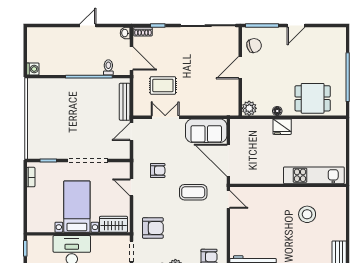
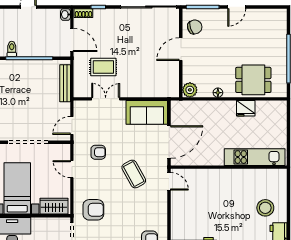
toilet: (108, 67) -> (12, 49), moved
fridge: (282, 127) -> (246, 108), moved
door: (131, 132) -> (72, 125), moved
door: (228, 160) -> (169, 142), swing flipped
coffee table: (193, 192) -> (134, 174), turned 61
stool: (307, 214) -> (265, 208), moved

